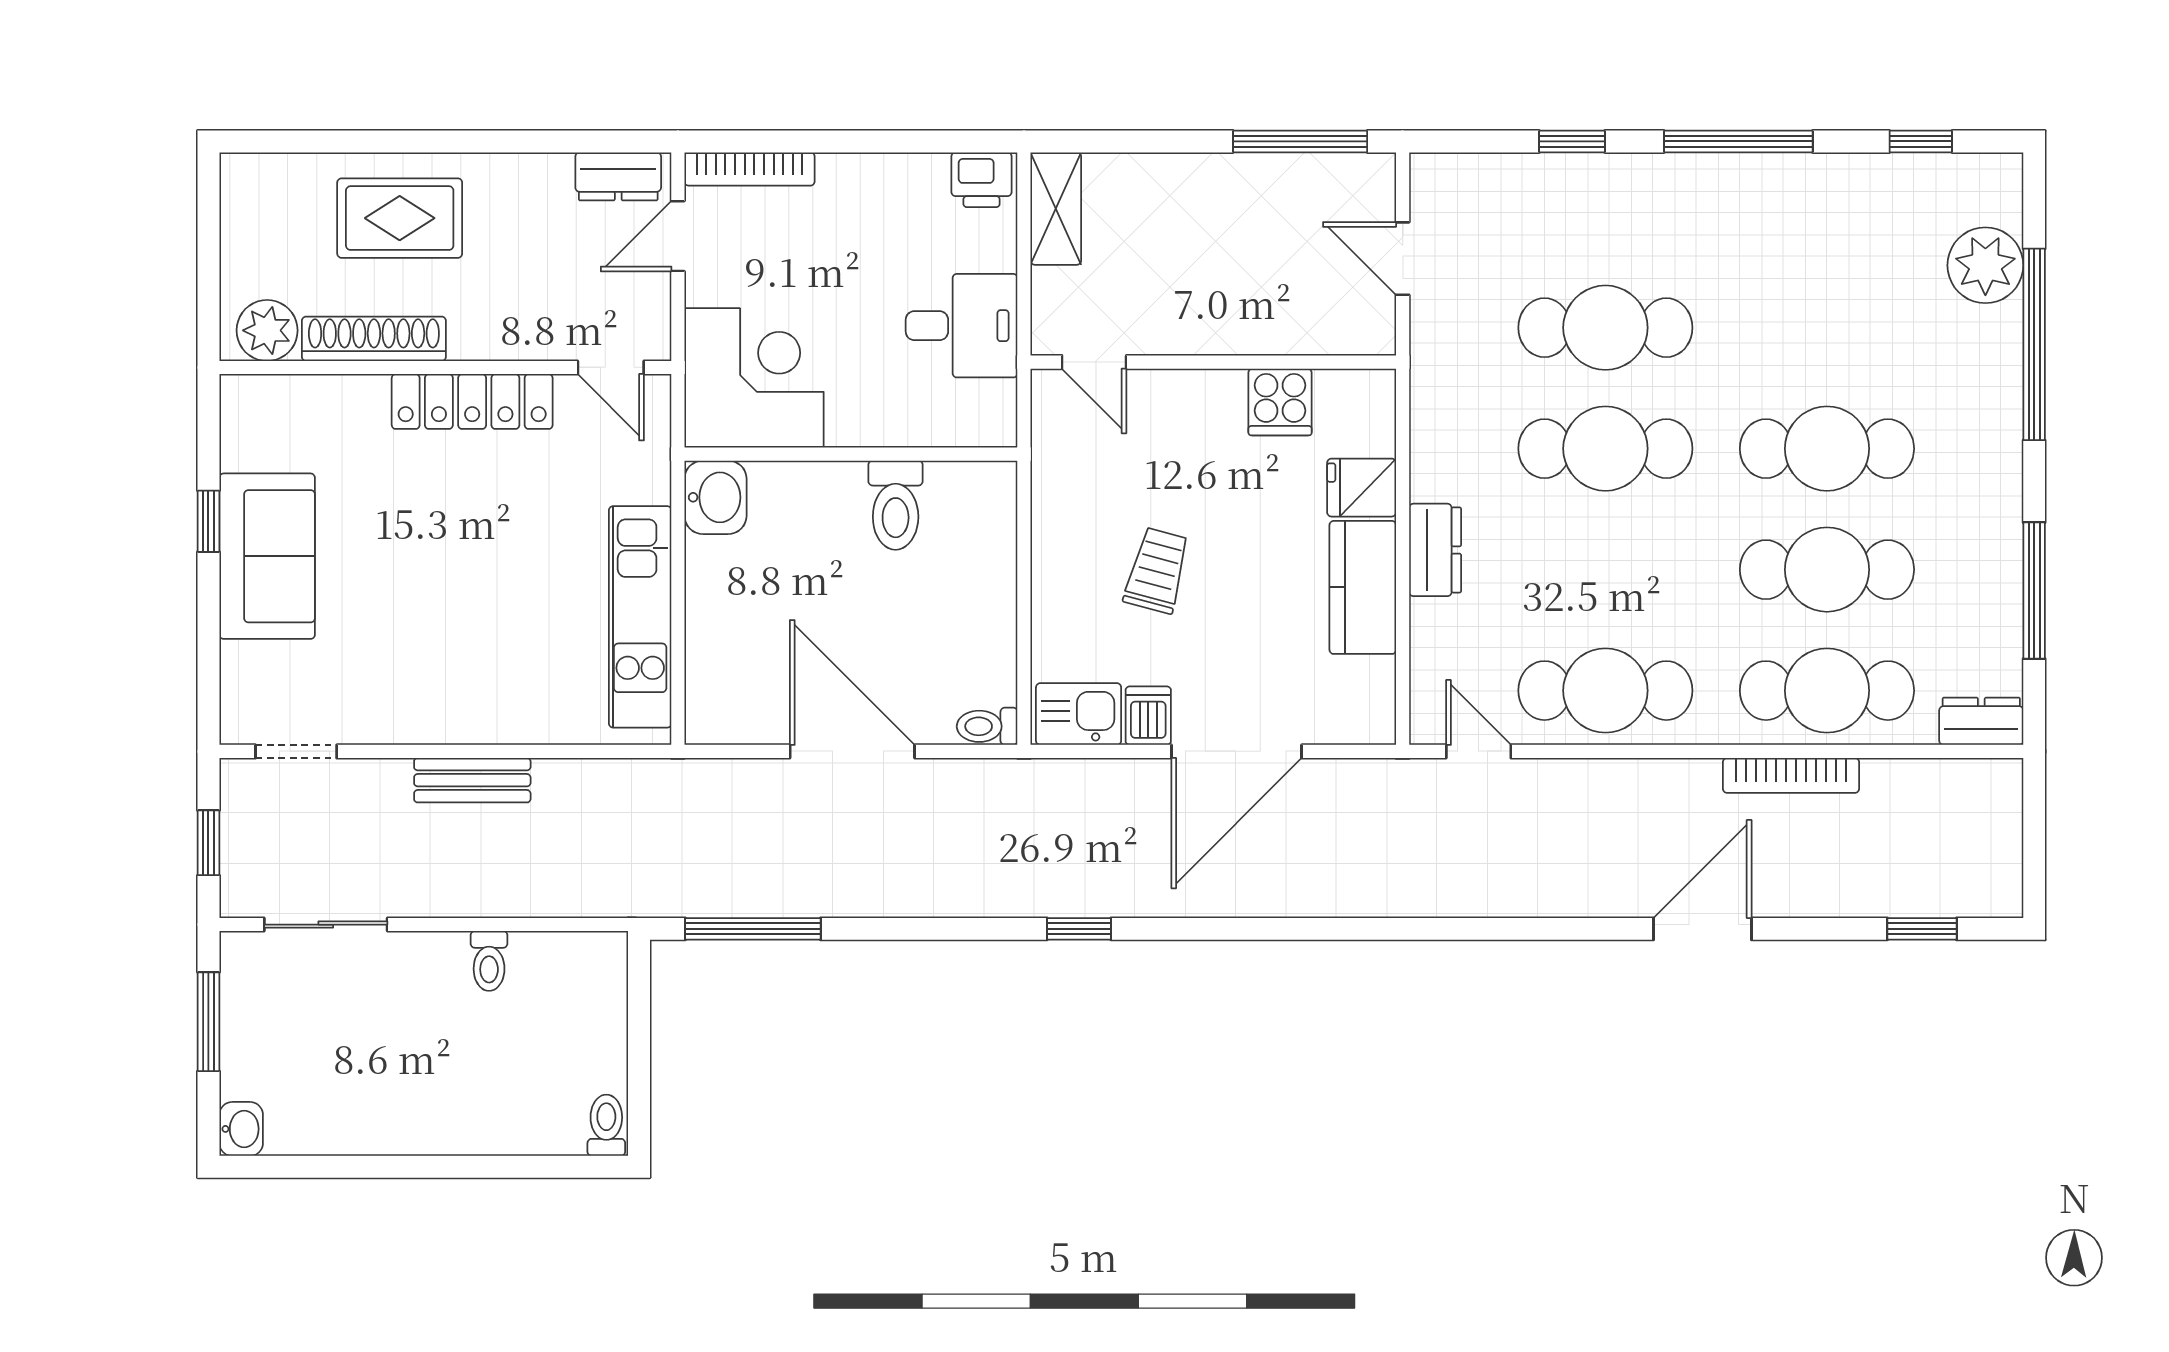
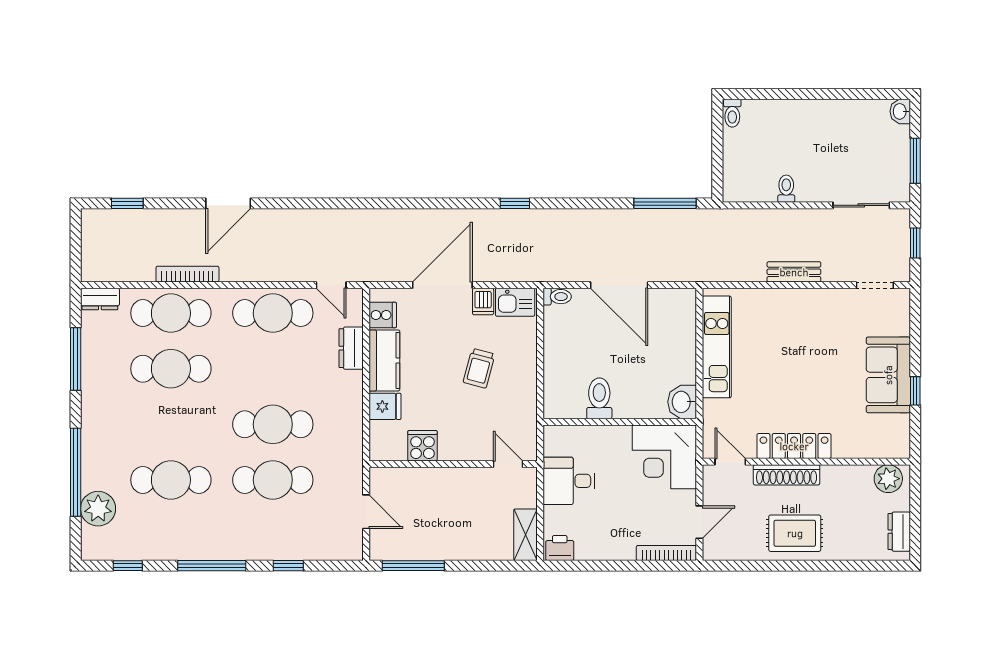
dresser: (618, 176) -> (899, 532), moved, turned -90
rug: (400, 218) -> (795, 533), moved
shoe rack: (374, 339) -> (787, 475), moved
cafe table: (1827, 449) -> (171, 480), moved
dresser: (1435, 550) -> (351, 348), moved
cooker: (1367, 686) -> (383, 315), added

